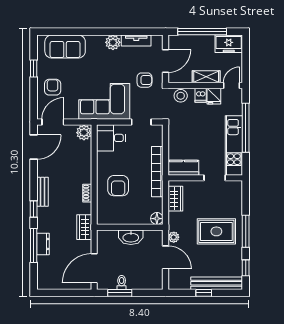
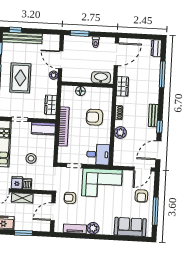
window: (202, 32) -> (23, 233), width x0.47
window: (34, 68) -> (155, 211), width x2.17
stool: (181, 96) -> (31, 158), moved
plant: (84, 133) -> (120, 132), moved
armchair: (118, 186) -> (95, 117), turned -90
window: (34, 209) -> (160, 127), moved
floor lamp: (157, 219) -> (80, 91), moved
rug: (216, 231) -> (20, 78), turned 90
washbasin: (131, 237) -> (101, 78), moved
dresser: (43, 244) -> (156, 48), moved
window: (120, 293) -> (80, 33), moved
window: (204, 293) -> (15, 30), moved

